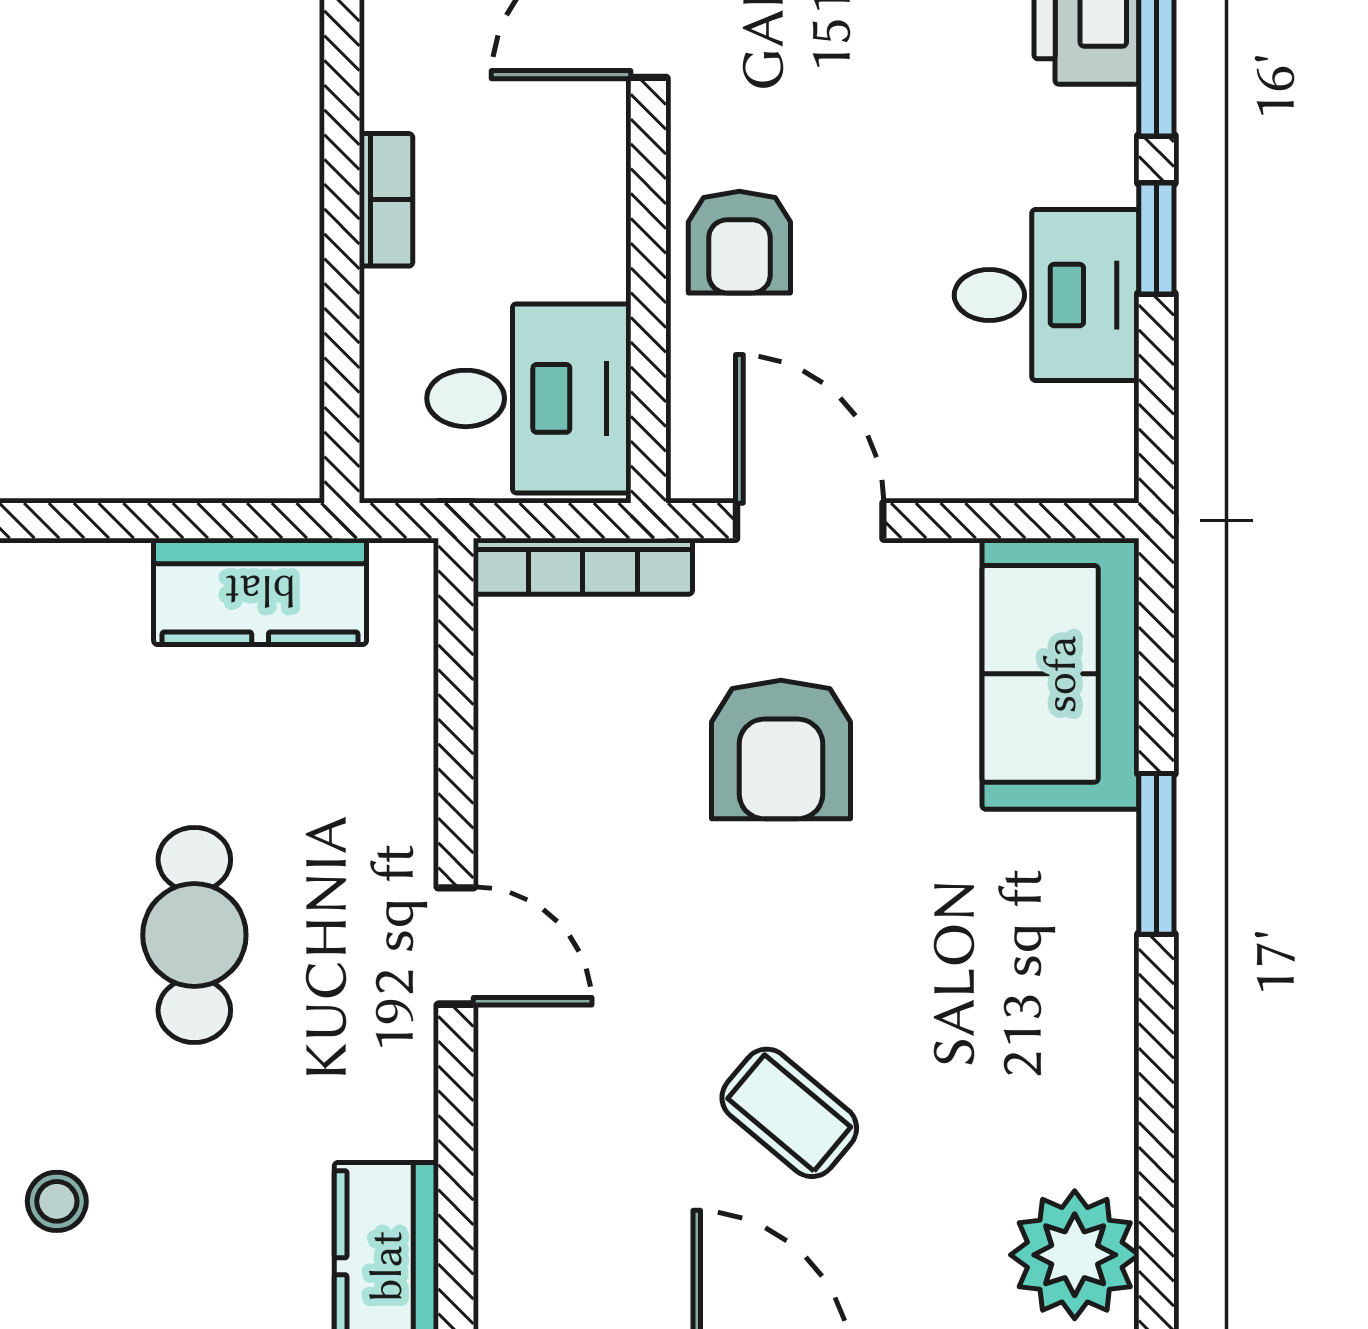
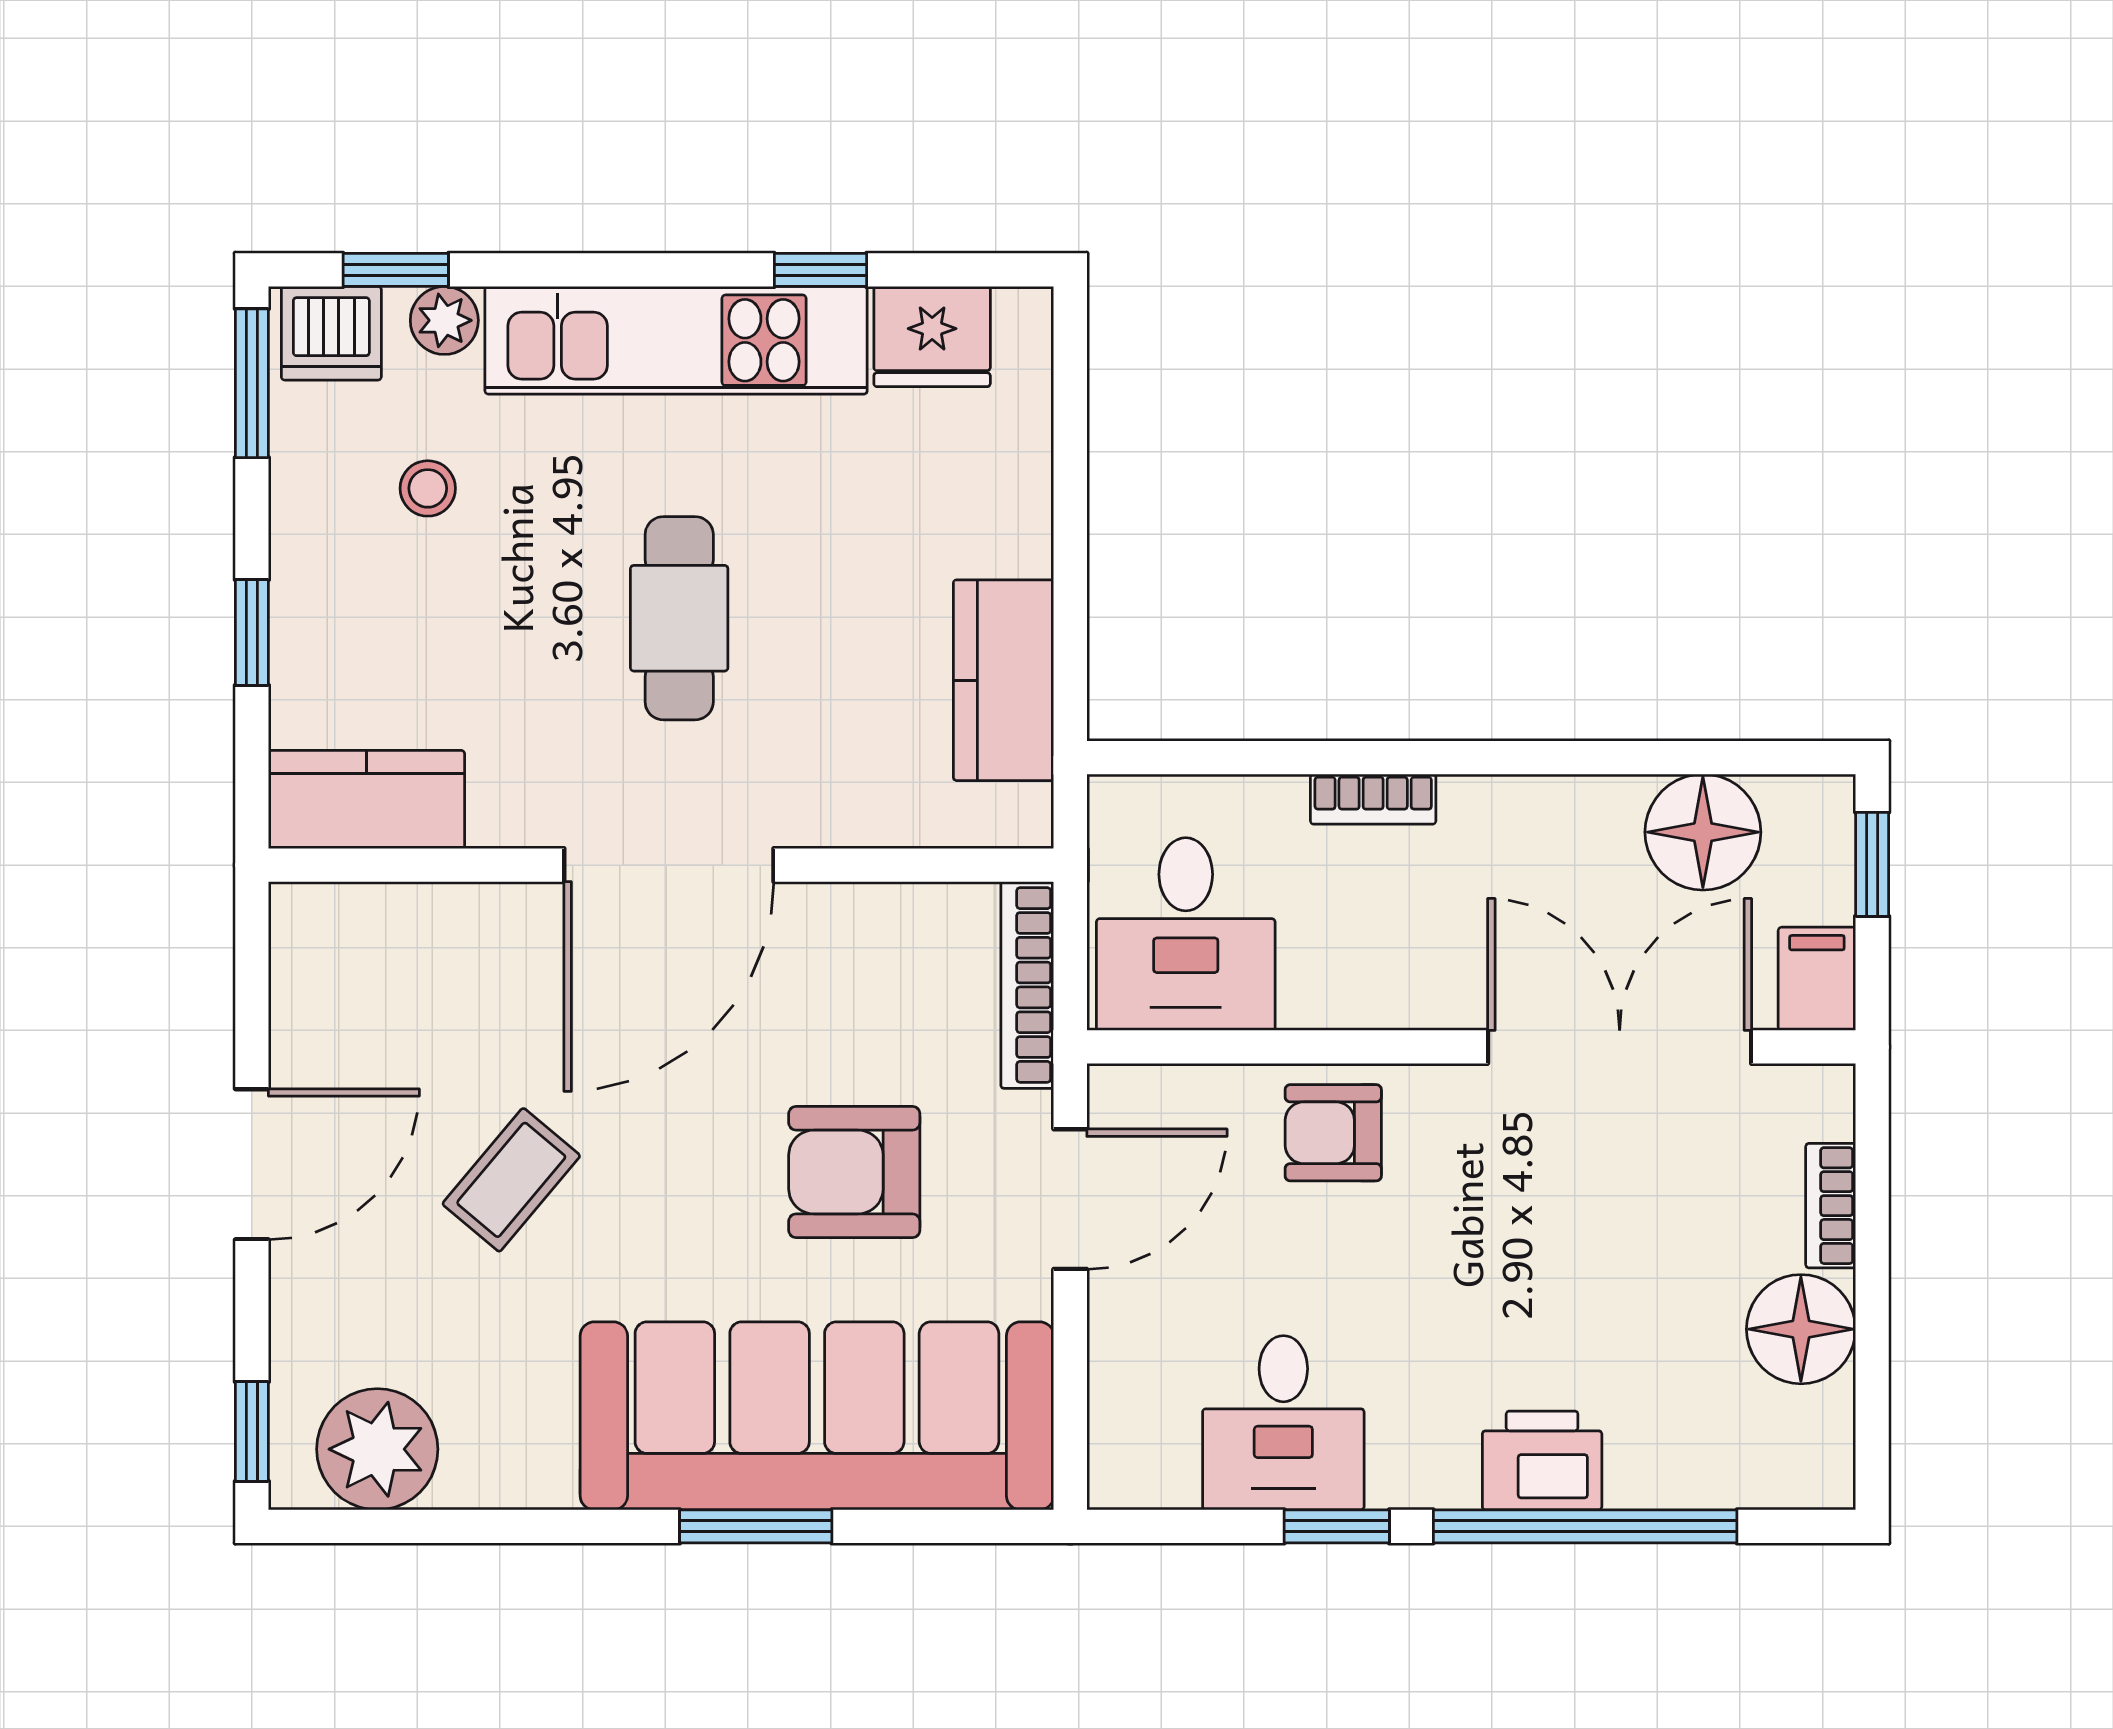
sofa: (1060, 674) -> (817, 1416), width x1.85, depth x1.27
cafe table: (194, 935) -> (679, 618), turned 90
door: (456, 946) -> (669, 865), width x1.88

